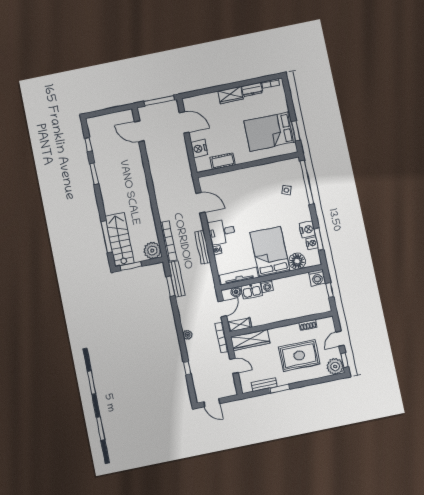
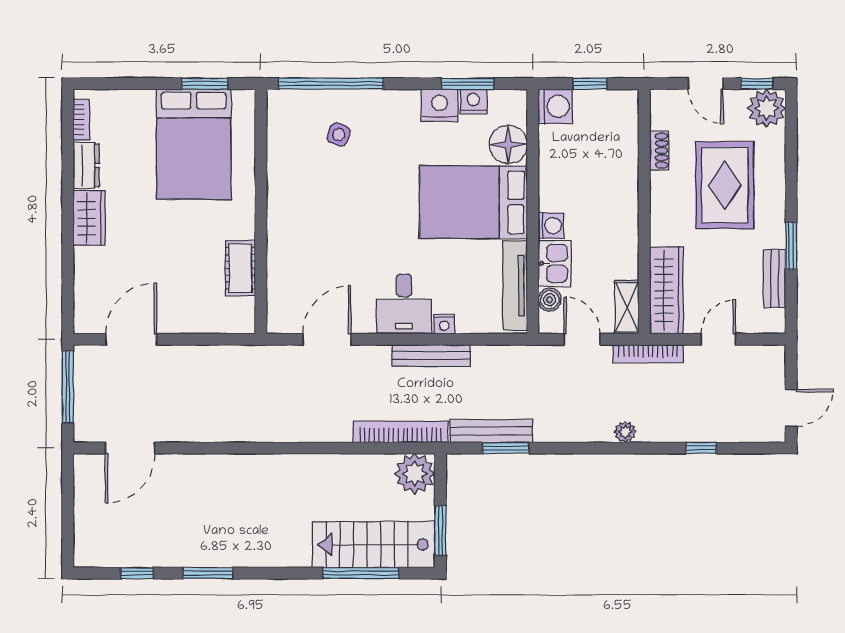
nightstand: (199, 149) -> (200, 317), removed

